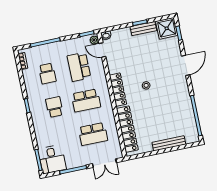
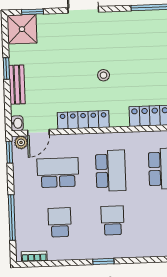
bench: (143, 29) -> (17, 85), moved
school desk: (79, 67) -> (58, 173), turned 180
school desk: (47, 73) -> (60, 222), turned -90
locker: (118, 90) -> (83, 120), moved
school desk: (54, 107) -> (113, 220), turned 90

